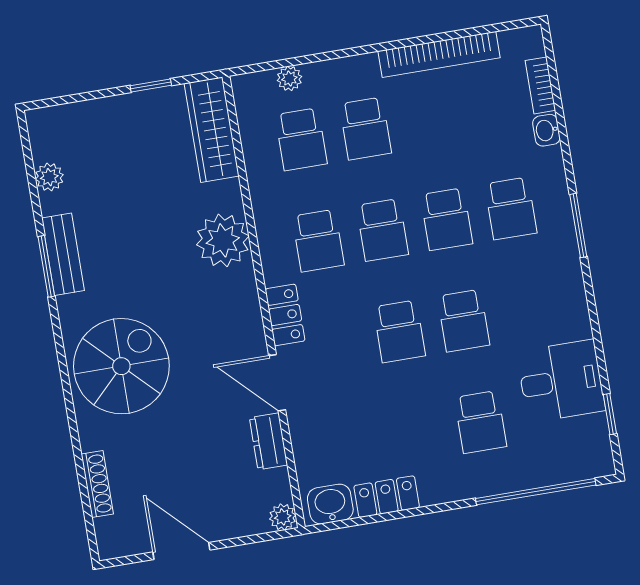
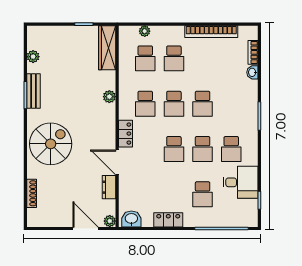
school desk: (511, 208) -> (231, 149), moved
plant: (223, 240) -> (109, 97), width x0.53, depth x0.53
locker: (387, 497) -> (168, 220), moved
door: (181, 551) -> (85, 228), moved

